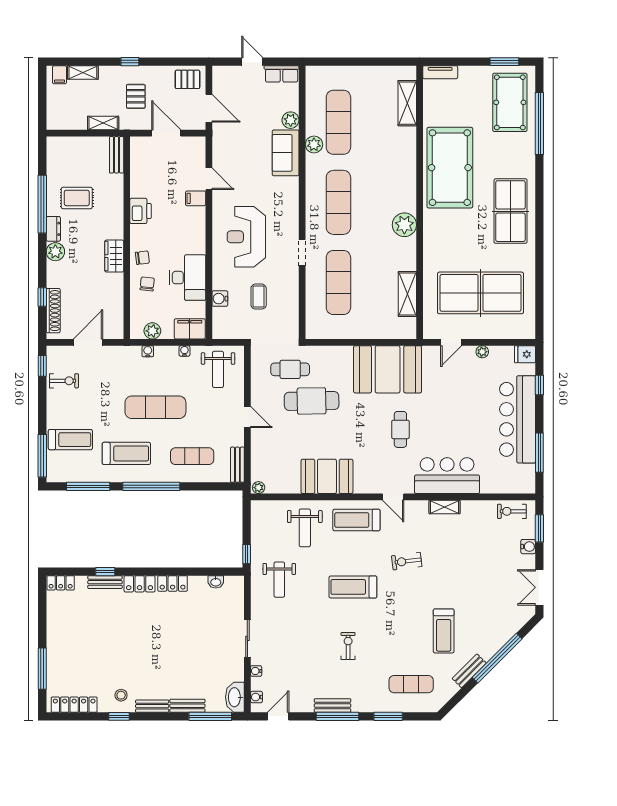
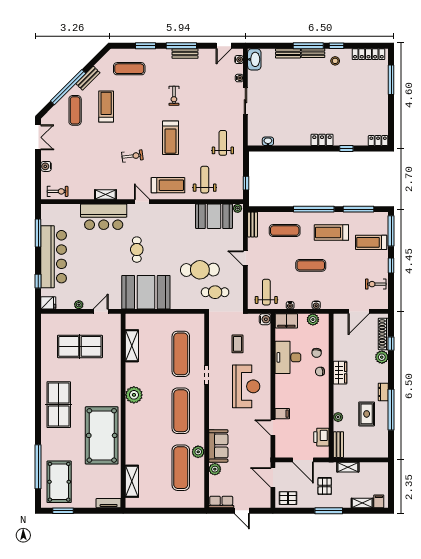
window: (130, 62) -> (329, 511), width x2.17
plant: (117, 193) -> (338, 417), added
rug: (77, 198) -> (367, 414), turned 90
printer: (140, 211) -> (321, 437), moved
plant: (55, 252) -> (382, 357), moved
table tennis table: (480, 293) -> (80, 346), width x0.73, depth x0.76
water cooler: (220, 299) -> (265, 319), moved
window: (42, 366) -> (391, 266), moved
exercise mat: (155, 407) -> (311, 265), width x0.73, depth x0.69
booth: (327, 476) -> (214, 216), moved
window: (539, 528) -> (38, 179), removed
window: (247, 554) -> (246, 183), moved
bench: (105, 582) -> (347, 141), removed
locker: (173, 583) -> (299, 140), removed
treadmill: (353, 587) -> (171, 138), turned 90
exercise mat: (487, 625) -> (75, 110), added
window: (210, 716) -> (308, 46), moved

